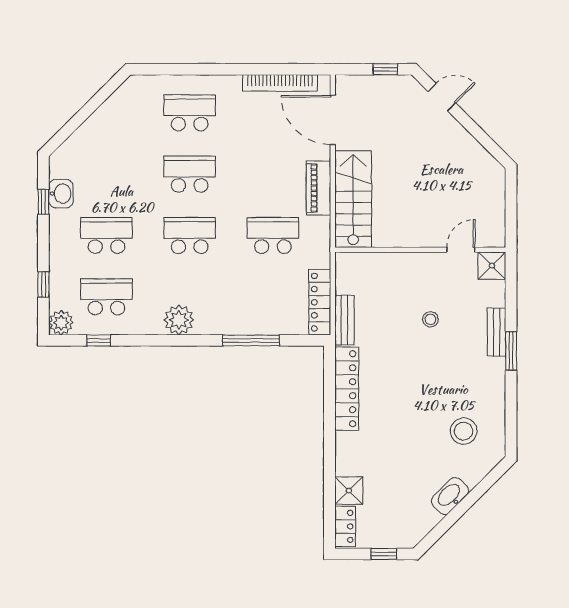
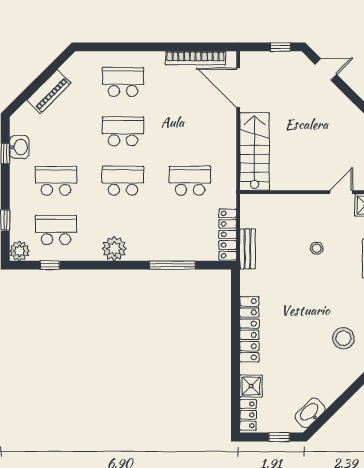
piano: (319, 188) -> (49, 91), moved, turned -135
locker: (347, 389) -> (249, 329), moved
washbasin: (450, 496) -> (310, 413), moved

